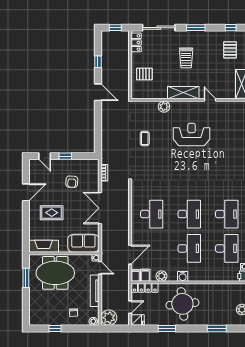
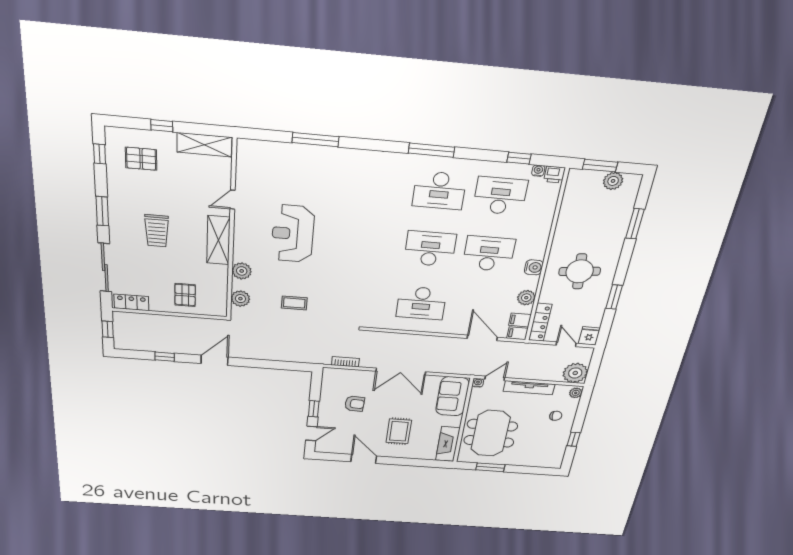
trolley: (186, 58) -> (157, 231), turned 90
plant: (145, 107) -> (240, 299), added
desk: (152, 214) -> (421, 303), turned 180
desk: (227, 214) -> (439, 190), turned 180
round table: (182, 304) -> (580, 271), width x0.73, depth x0.73

